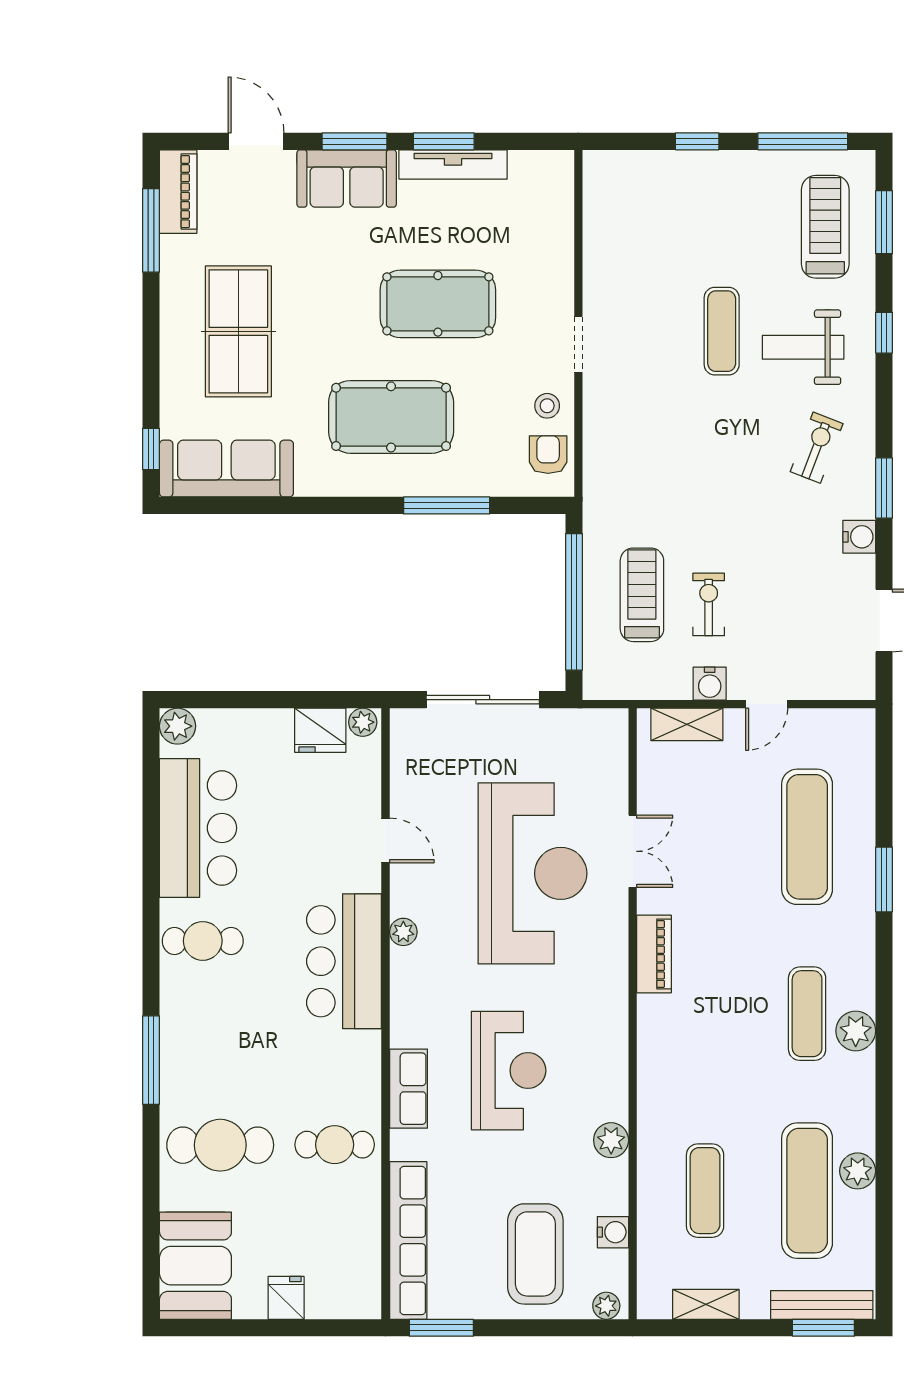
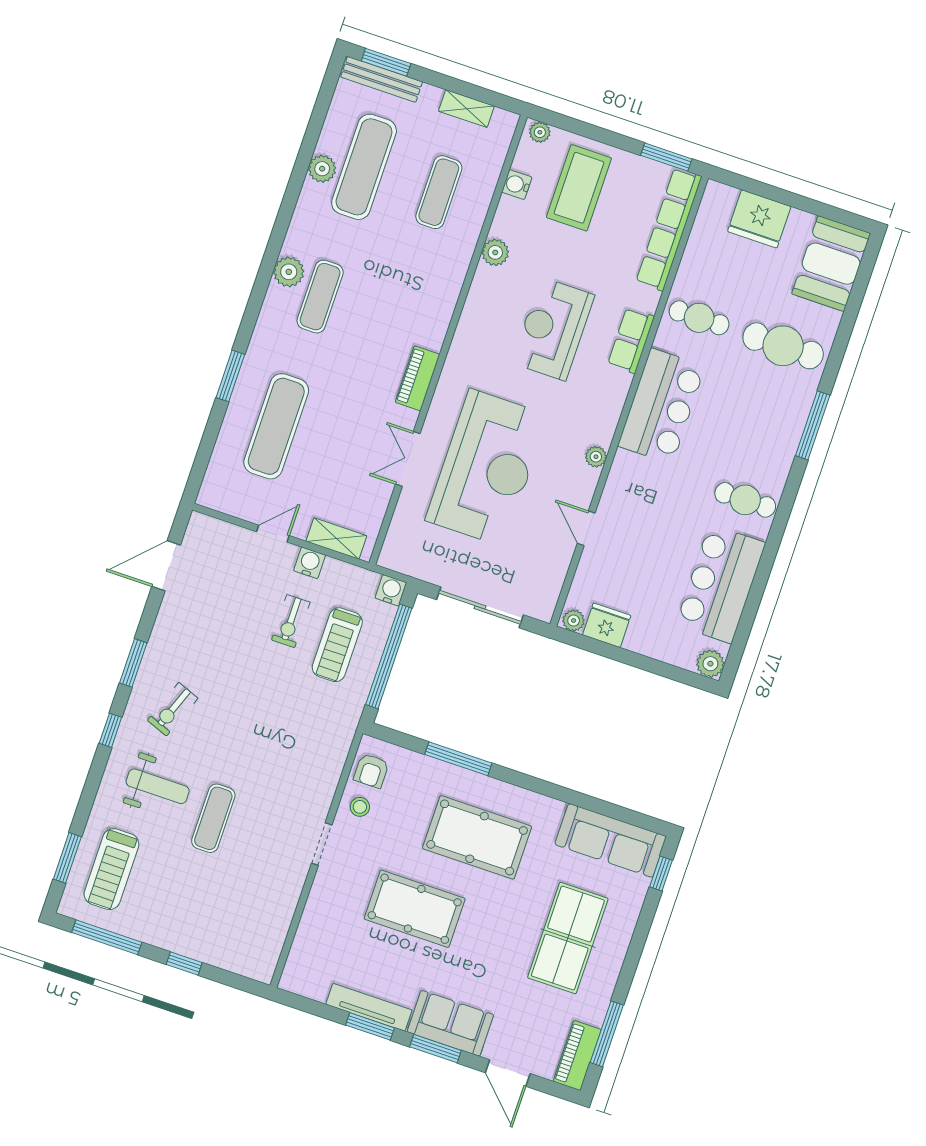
window: (884, 333) -> (110, 730), moved
water cooler: (859, 537) -> (391, 590), moved, turned 90
reception desk: (532, 873) -> (487, 468), turned 180
bar counter: (344, 961) -> (662, 406), moved
fridge: (286, 1298) -> (759, 219), width x1.88, depth x1.34

